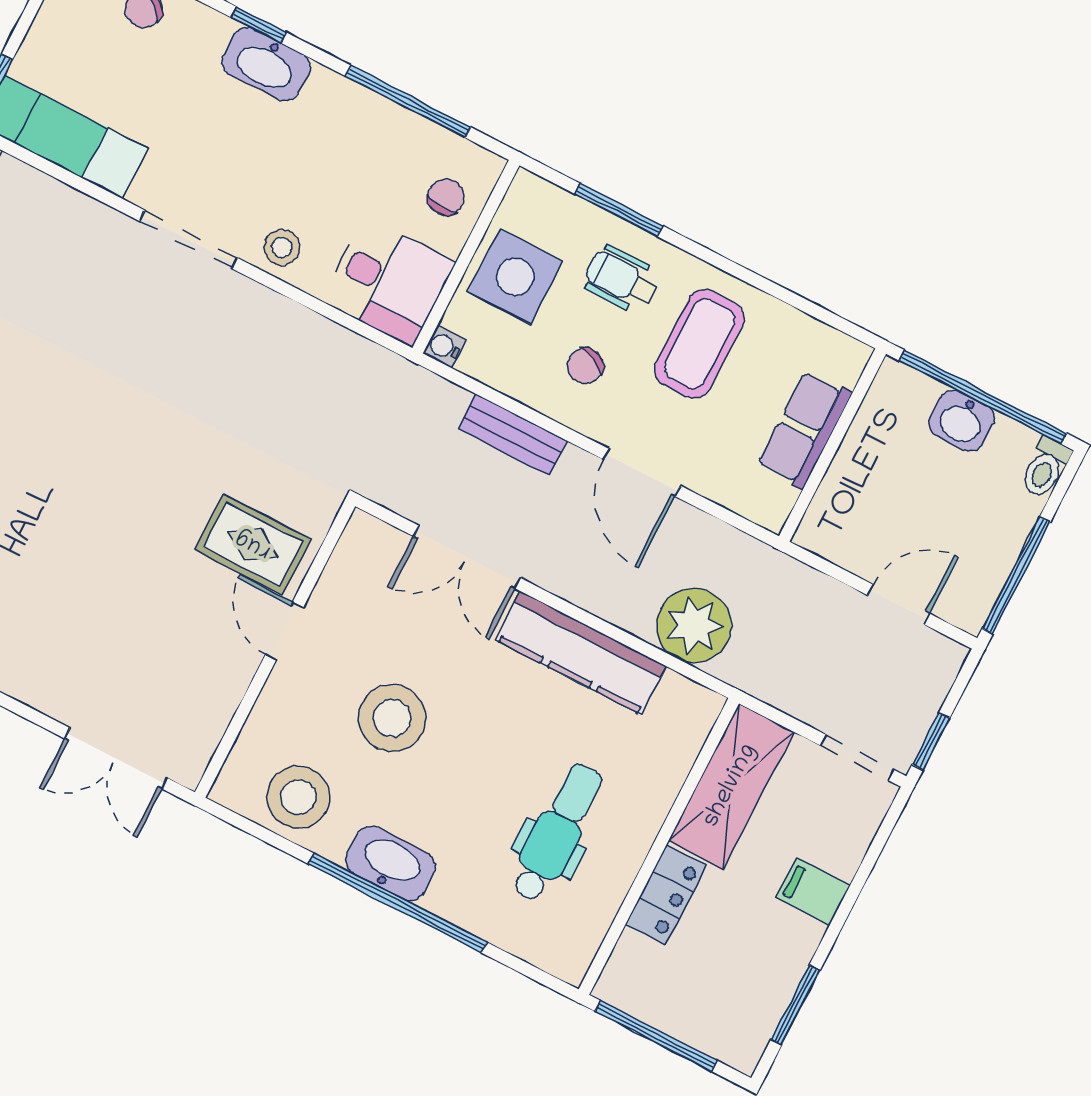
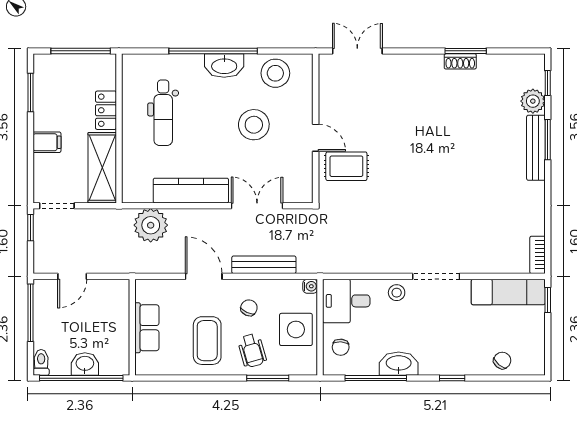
washbasin: (266, 64) -> (399, 364), moved
wheelchair: (622, 279) -> (252, 351), turned 74
bench: (513, 435) -> (264, 265), width x1.36

